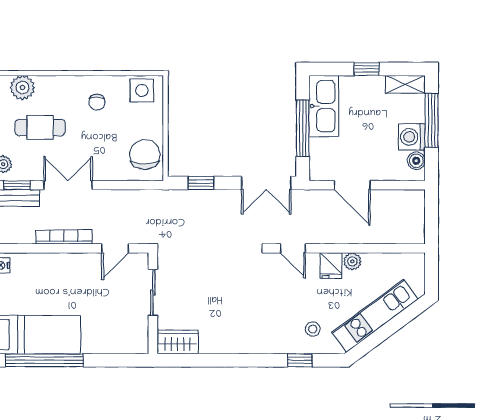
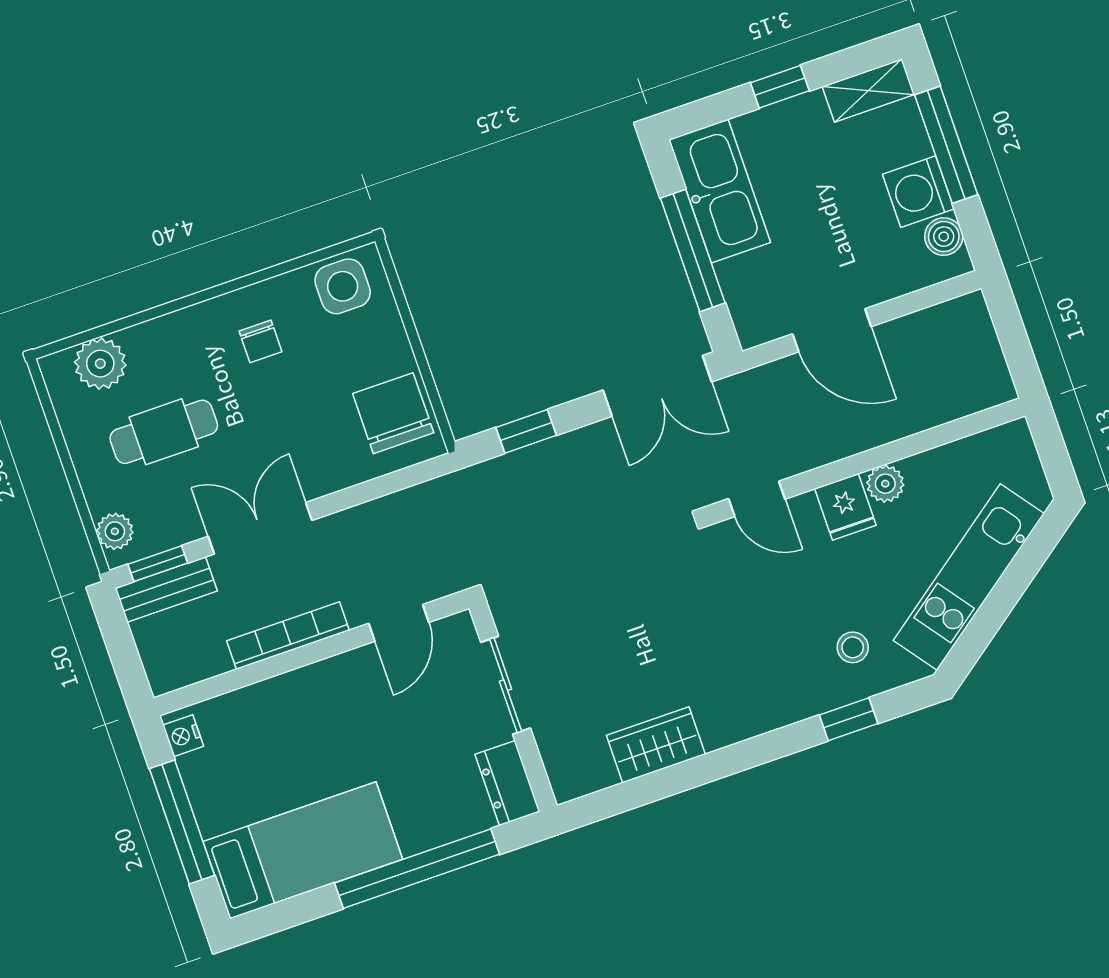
dresser: (139, 336) -> (507, 783), added
wardrobe: (178, 342) -> (656, 745), moved
window: (44, 360) -> (417, 869), moved

